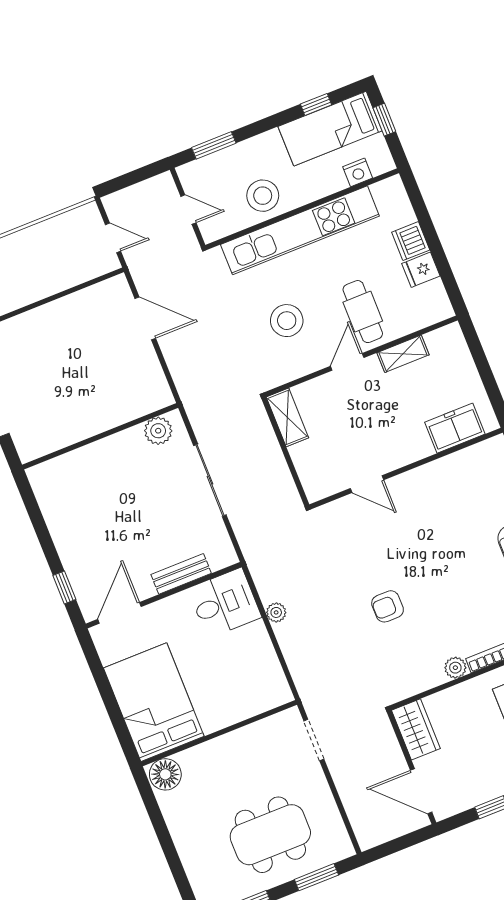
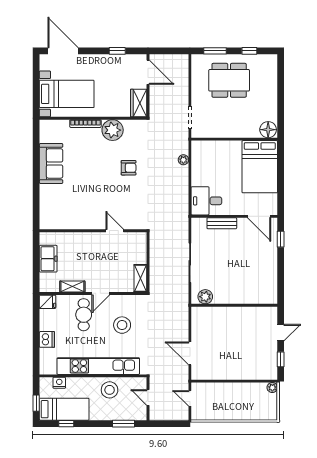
fridge: (421, 270) -> (48, 302), moved
freezer: (455, 428) -> (48, 259), moved, turned -90
plant: (276, 612) -> (183, 160), moved
door: (119, 613) -> (259, 216), hinge flipped
plant: (455, 668) -> (113, 130), width x1.88, depth x1.88

